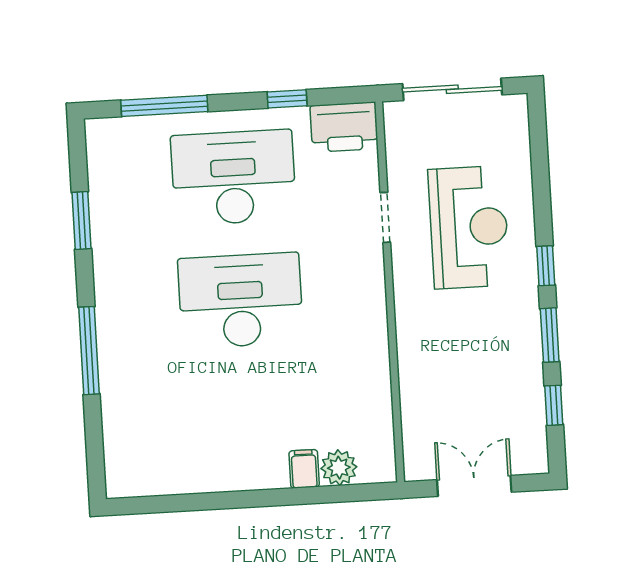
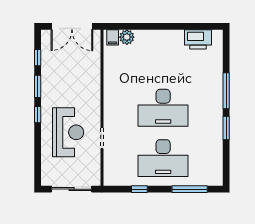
printer: (344, 127) -> (198, 39), moved, turned 180
window: (82, 220) -> (226, 128), moved
reception desk: (469, 227) -> (68, 132), turned 180
filing cabinet: (304, 469) -> (113, 37), moved
double door: (474, 486) -> (72, 26), width x1.37

